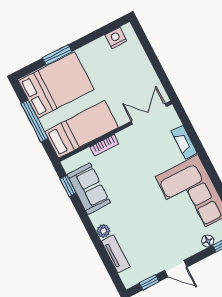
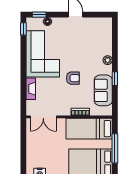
armchair: (137, 184) -> (73, 78), added
window: (68, 186) -> (115, 79), moved
tv unit: (116, 254) -> (107, 42), removed
window: (149, 282) -> (96, 15), removed

